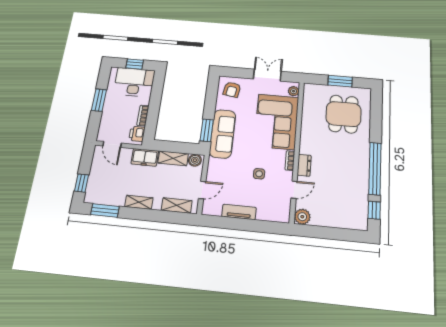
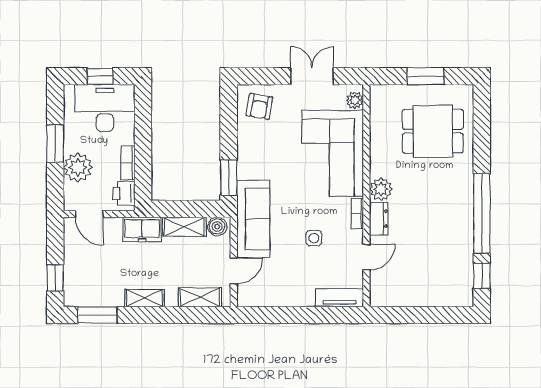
dining table: (344, 114) -> (433, 131), turned 90
plant: (110, 115) -> (78, 167), added
sofa: (223, 134) -> (253, 219), moved
tv unit: (239, 212) -> (339, 298), moved
plant: (302, 217) -> (381, 189), moved

